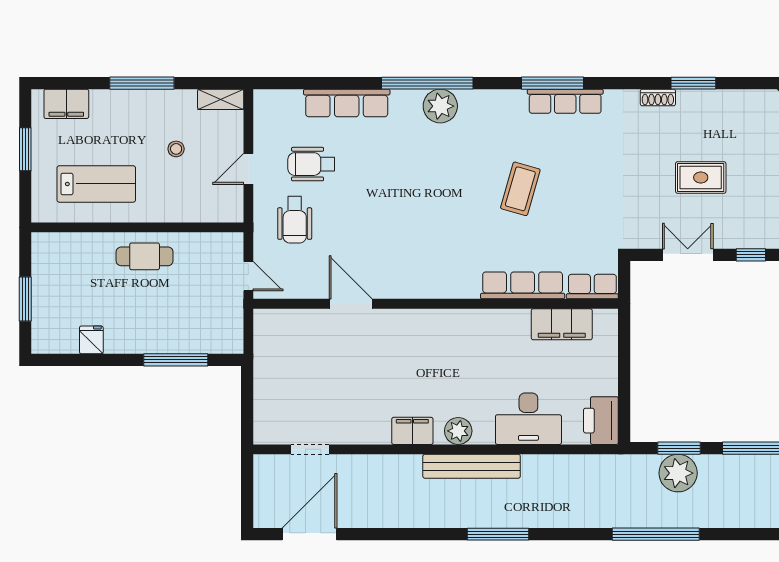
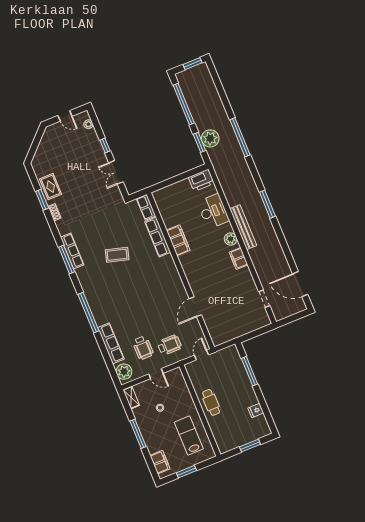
plant: (440, 106) -> (124, 372), moved
rug: (701, 178) -> (51, 187), moved
filing cabinet: (562, 324) -> (178, 240), moved

